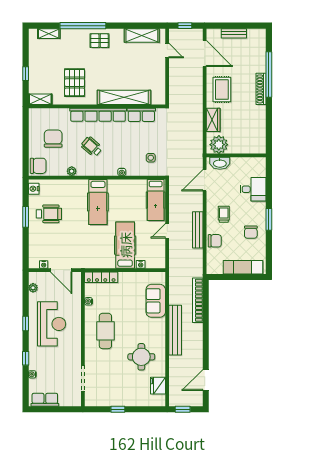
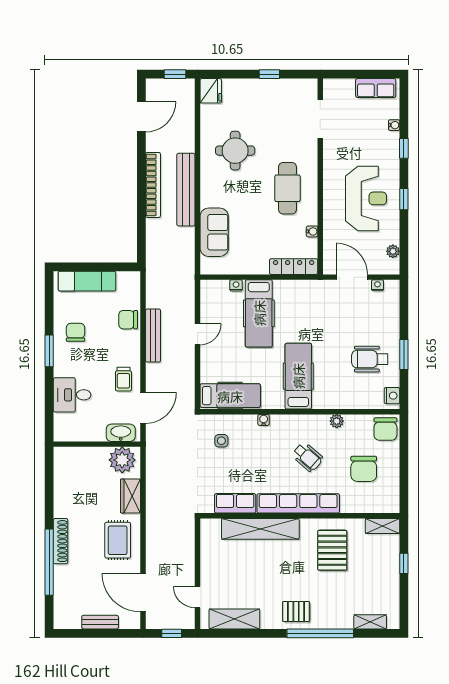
chair: (38, 166) -> (385, 429), turned -90
hospital bed: (156, 200) -> (230, 396), moved, turned 90
trolley: (224, 214) -> (123, 379), moved
bookcase: (198, 300) -> (153, 185), moved
reception desk: (52, 324) -> (366, 198), turned 180
fridge: (158, 386) -> (211, 91), moved

